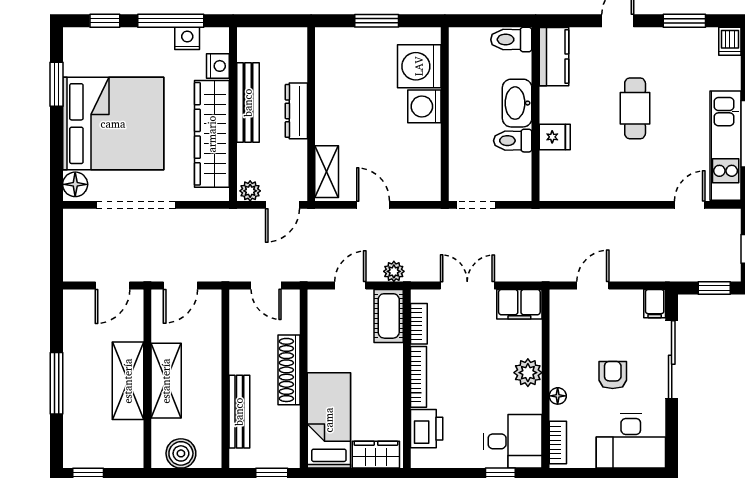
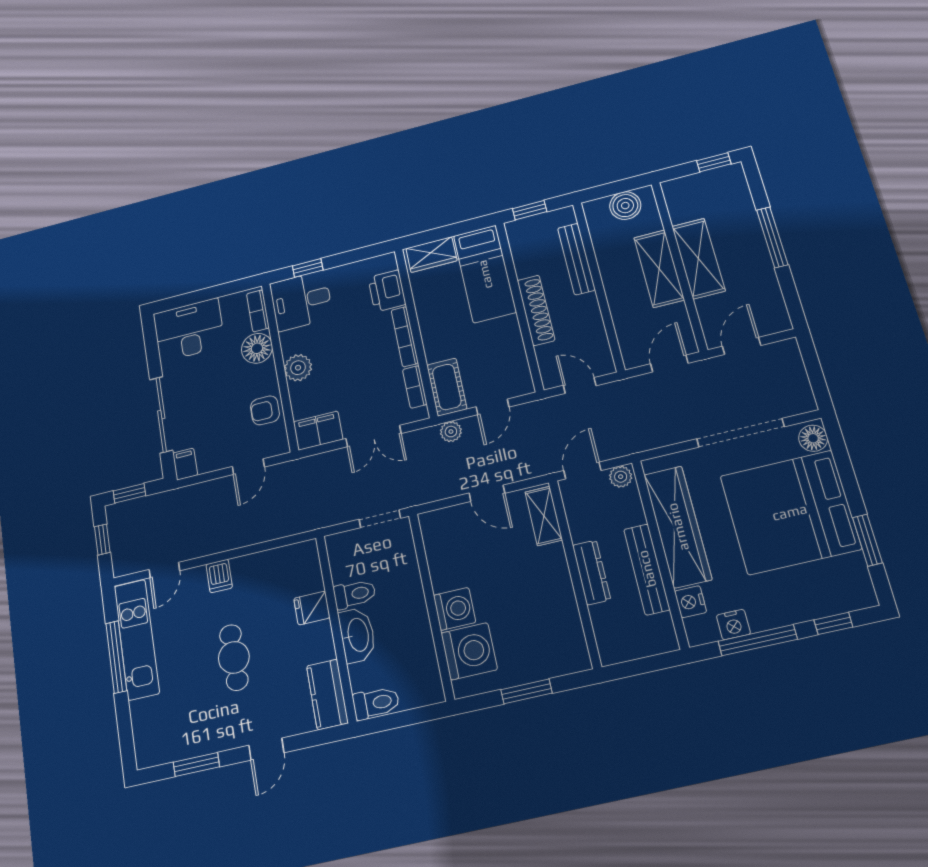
dishwasher: (730, 41) -> (219, 576), moved, turned 180
armchair: (613, 375) -> (265, 410), moved, turned 90
floor lamp: (558, 396) -> (257, 348), width x1.89, depth x1.89

